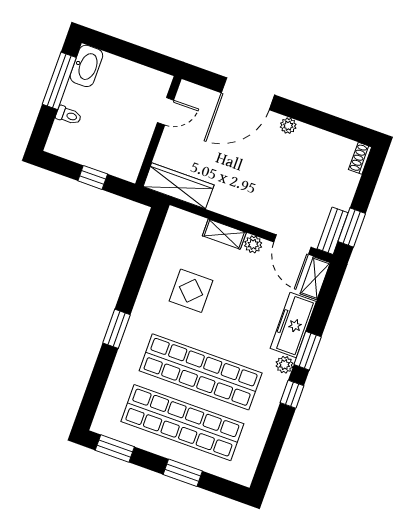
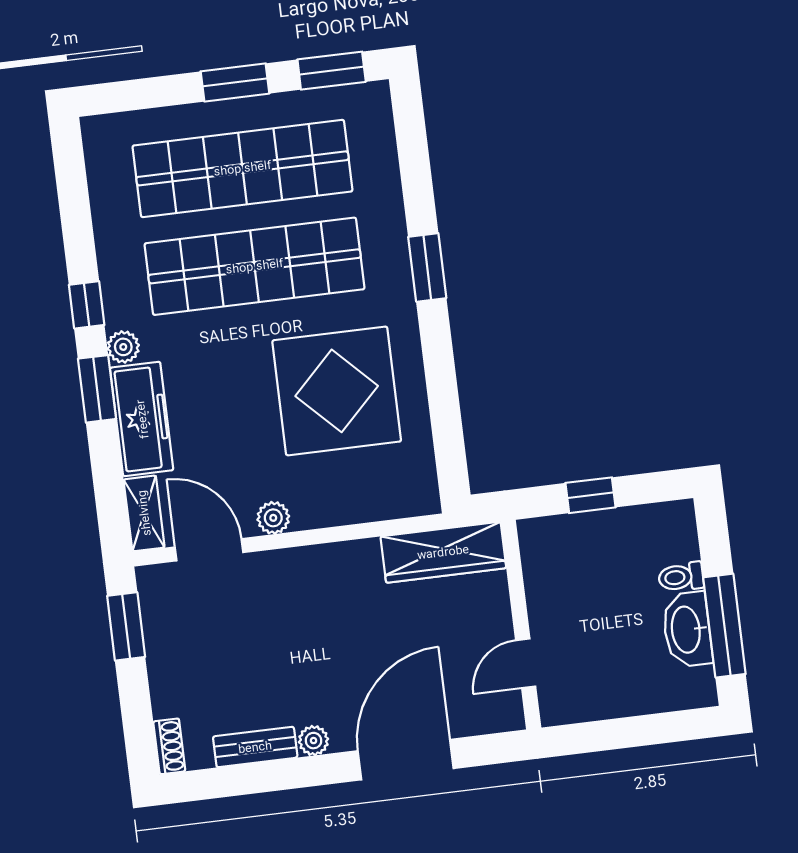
washbasin: (86, 66) -> (687, 629), moved
bench: (333, 231) -> (255, 747), moved, turned 90
shelving: (224, 234) -> (329, 511), removed
display table: (191, 291) -> (337, 391), width x1.86, depth x1.86
window: (183, 473) -> (235, 82), moved

